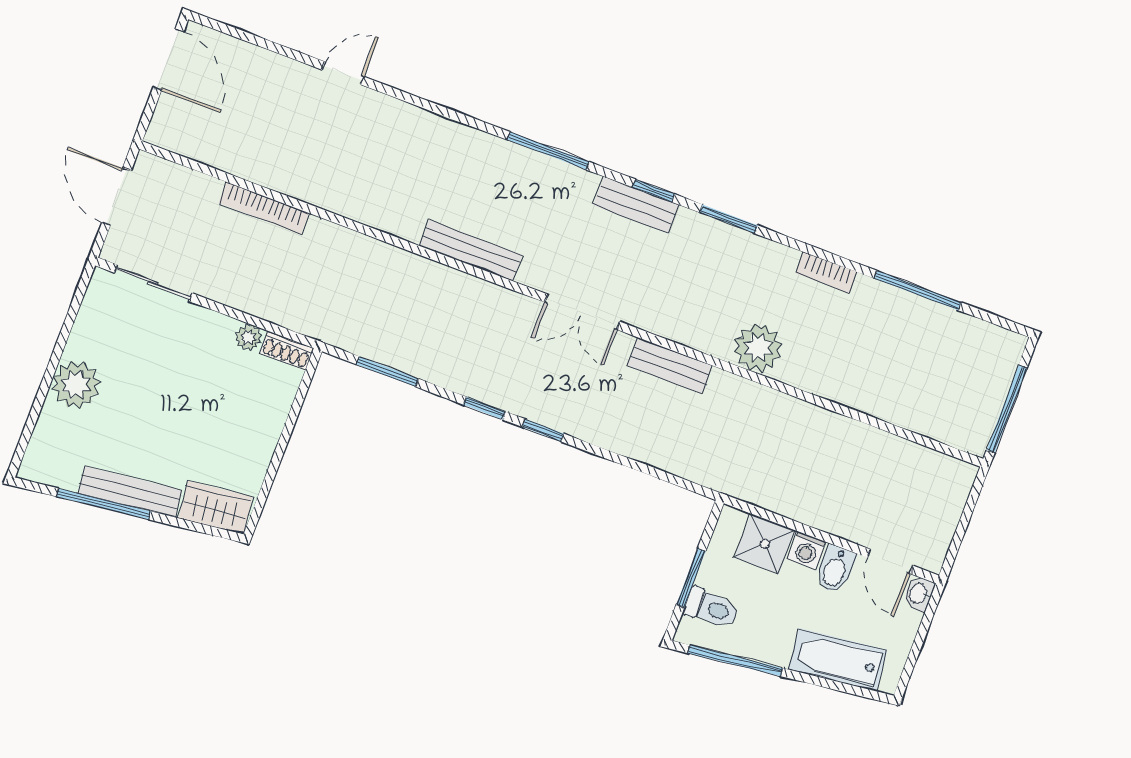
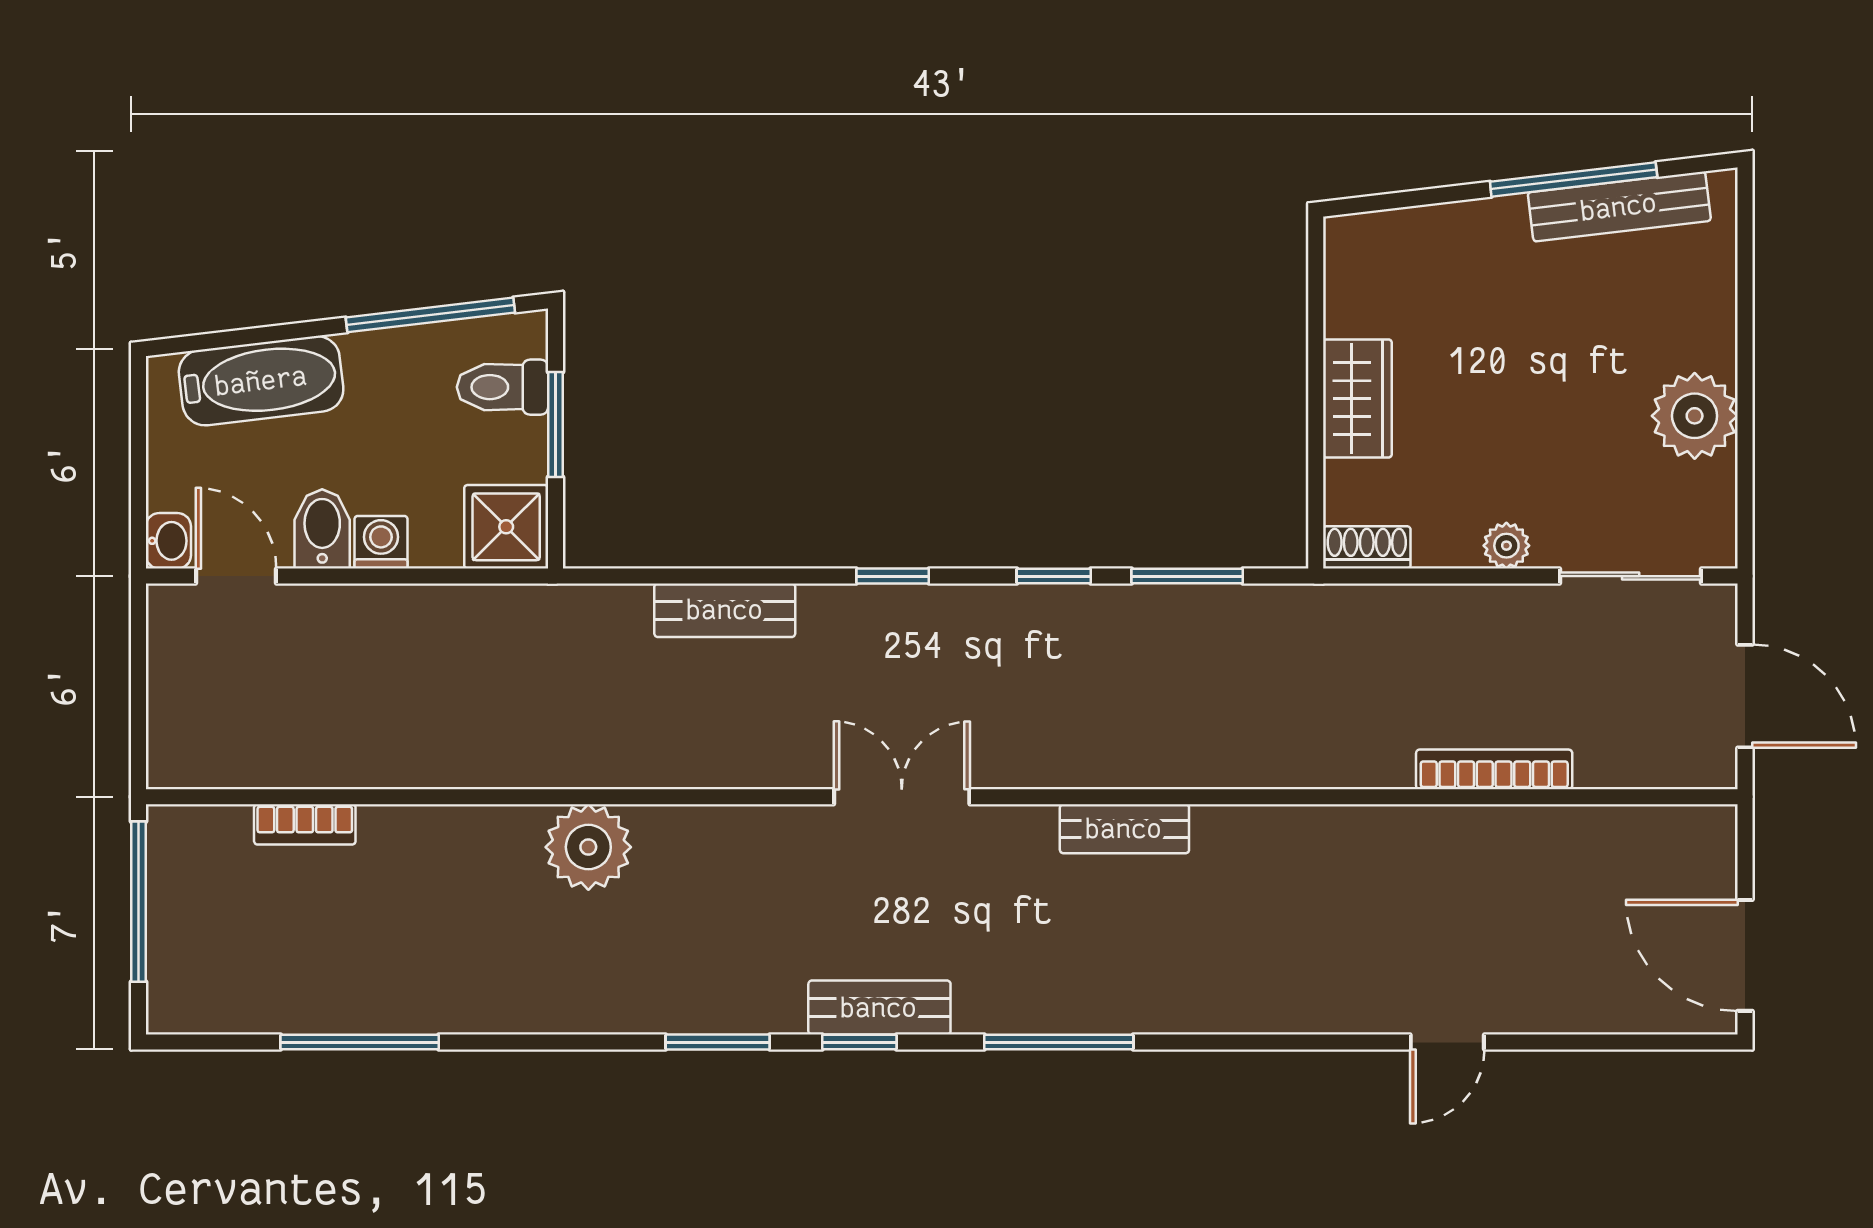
bench: (471, 250) -> (1124, 829), width x0.73
bookcase: (826, 273) -> (305, 824), moved, turned 180
plant: (248, 337) -> (1506, 546), moved
bench: (670, 366) -> (725, 610), moved
plant: (76, 385) -> (1695, 416), moved
window: (484, 408) -> (1054, 576), moved
bench: (130, 492) -> (1619, 207), moved
wardrobe: (215, 507) -> (1357, 398), moved, turned -83
shower: (765, 544) -> (506, 527), moved

